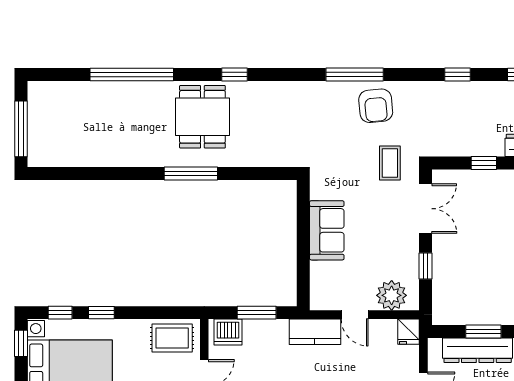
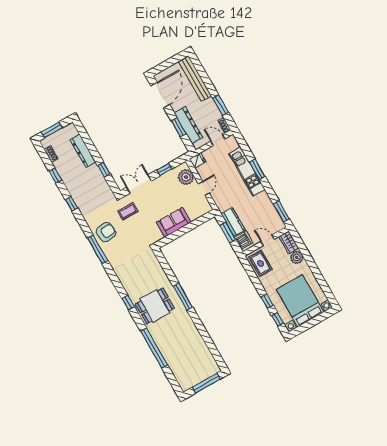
kitchen counter: (315, 332) -> (233, 222), moved
window: (21, 343) -> (301, 329), removed

